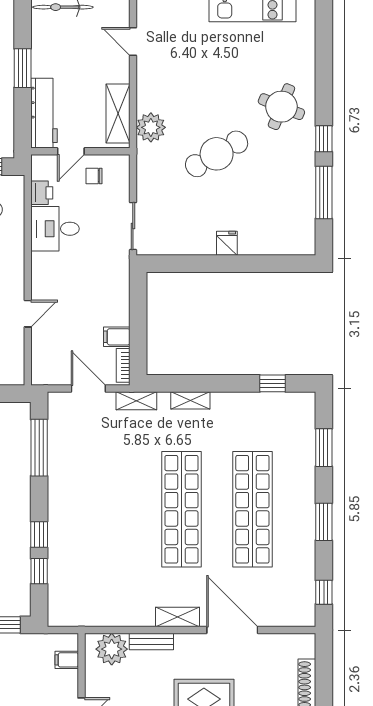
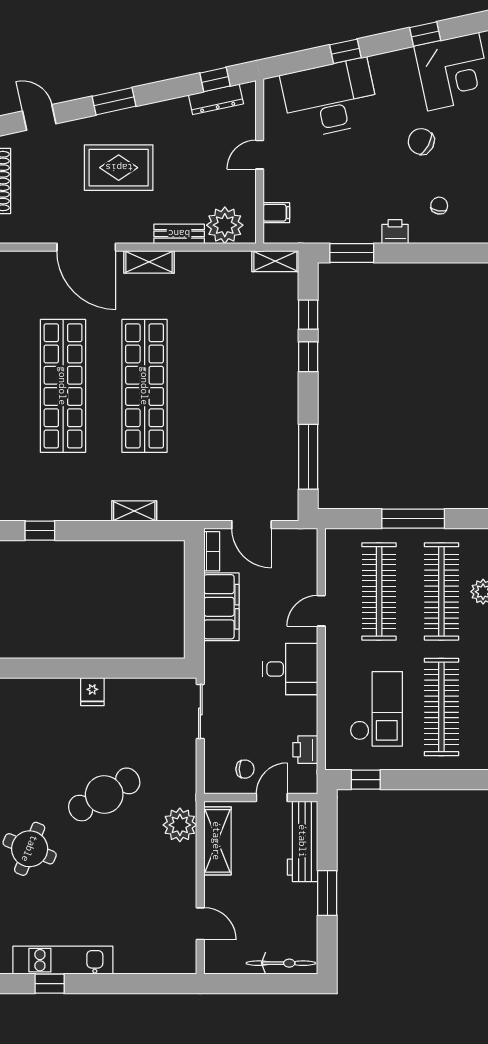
desk: (55, 229) -> (290, 669), moved
filing cabinet: (117, 337) -> (221, 607), width x3.00, depth x1.17
shelving: (136, 401) -> (275, 261), moved

